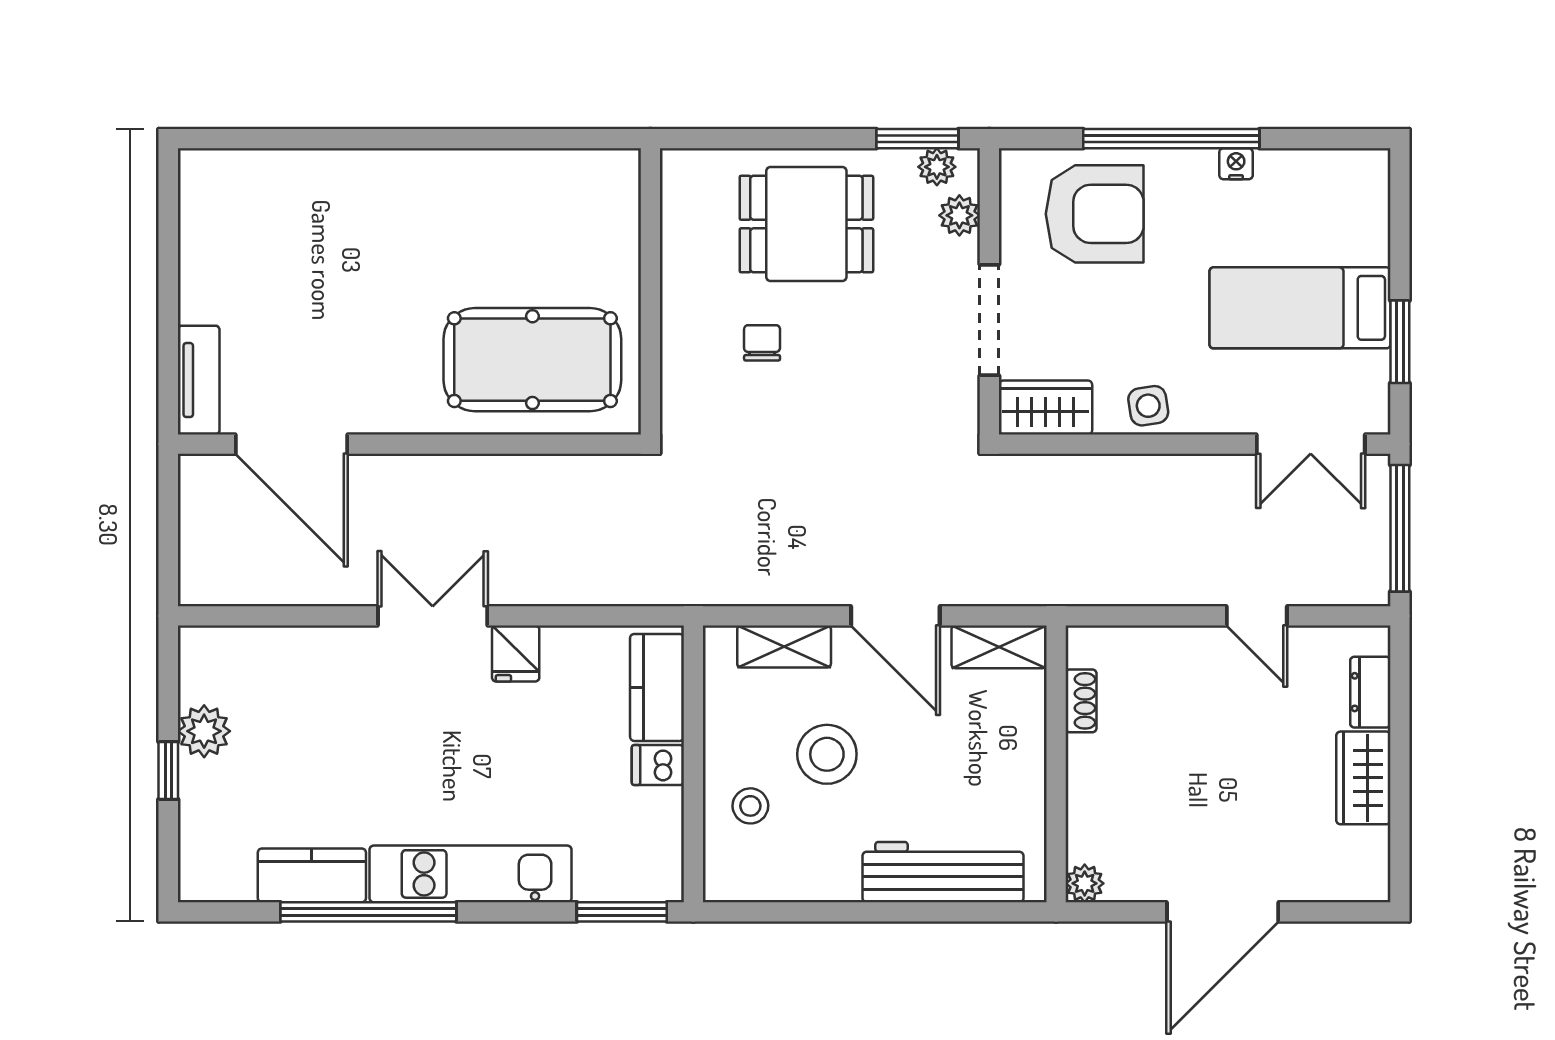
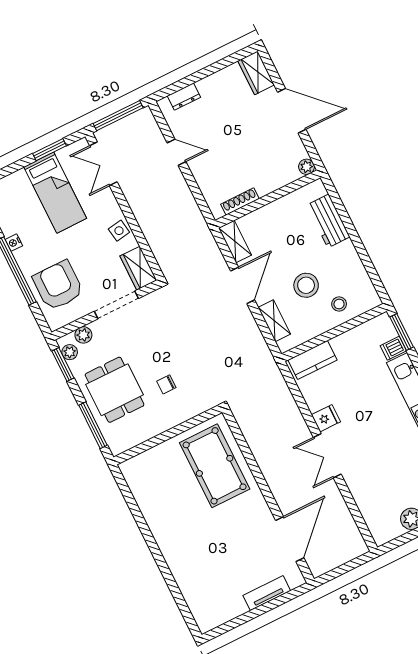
window: (752, 139) -> (93, 425), added
tv unit: (199, 380) -> (267, 593), moved
double door: (1311, 444) -> (103, 164), swing flipped
door: (1257, 616) -> (177, 152), hinge flipped
shoe rack: (1081, 701) -> (240, 201), width x1.43
dishwasher: (658, 765) -> (393, 348), moved, turned 90
wardrobe: (1363, 778) -> (256, 73), moved, turned 90
workbench: (943, 872) -> (328, 221), width x0.73

